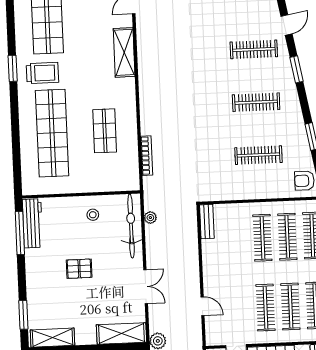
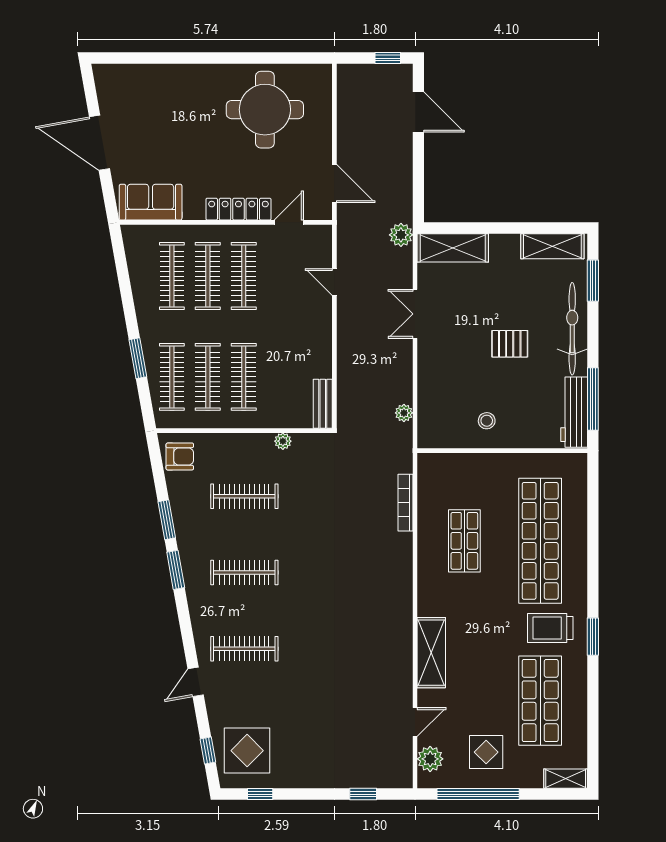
window: (297, 69) -> (176, 570), moved
plant: (233, 194) -> (283, 441), added
bicycle: (131, 226) -> (572, 329), moved, turned 180

